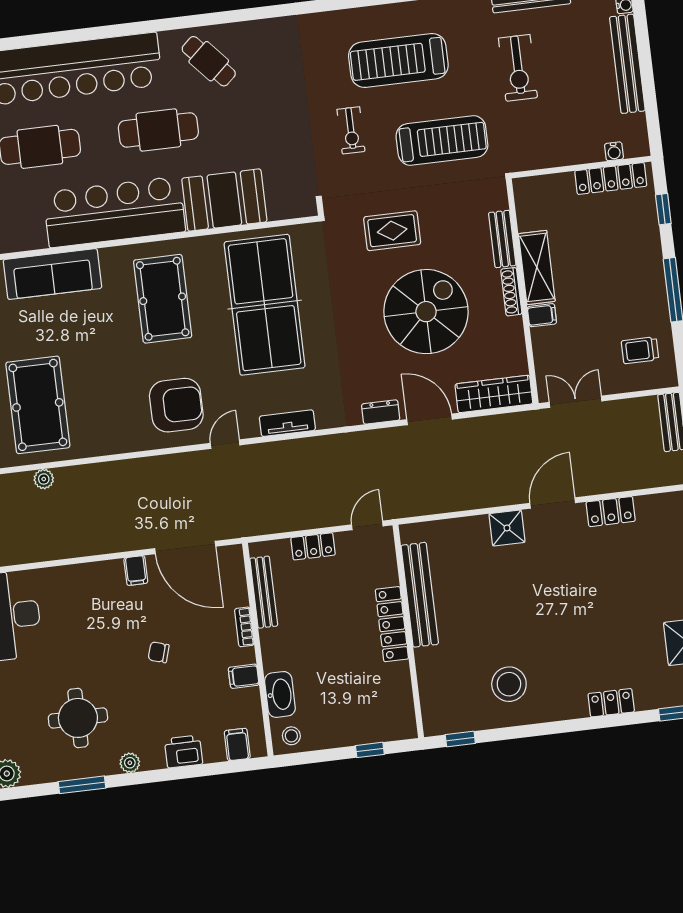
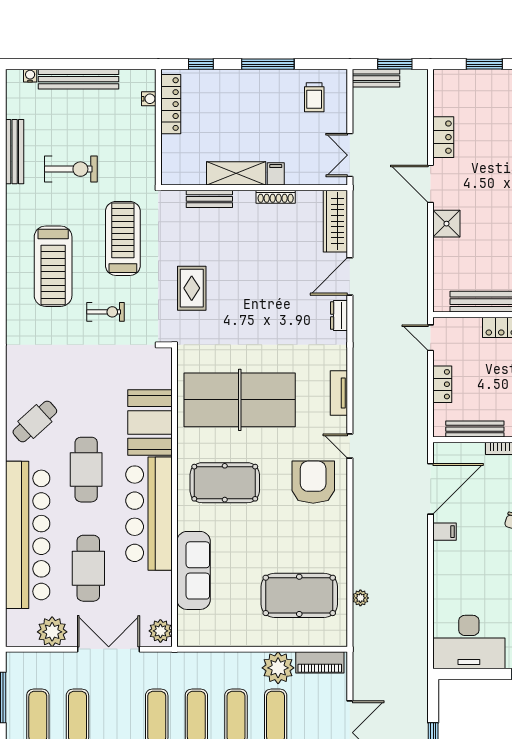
shoe rack: (511, 292) -> (276, 197), moved
spiral stairs: (426, 312) -> (261, 268), removed

